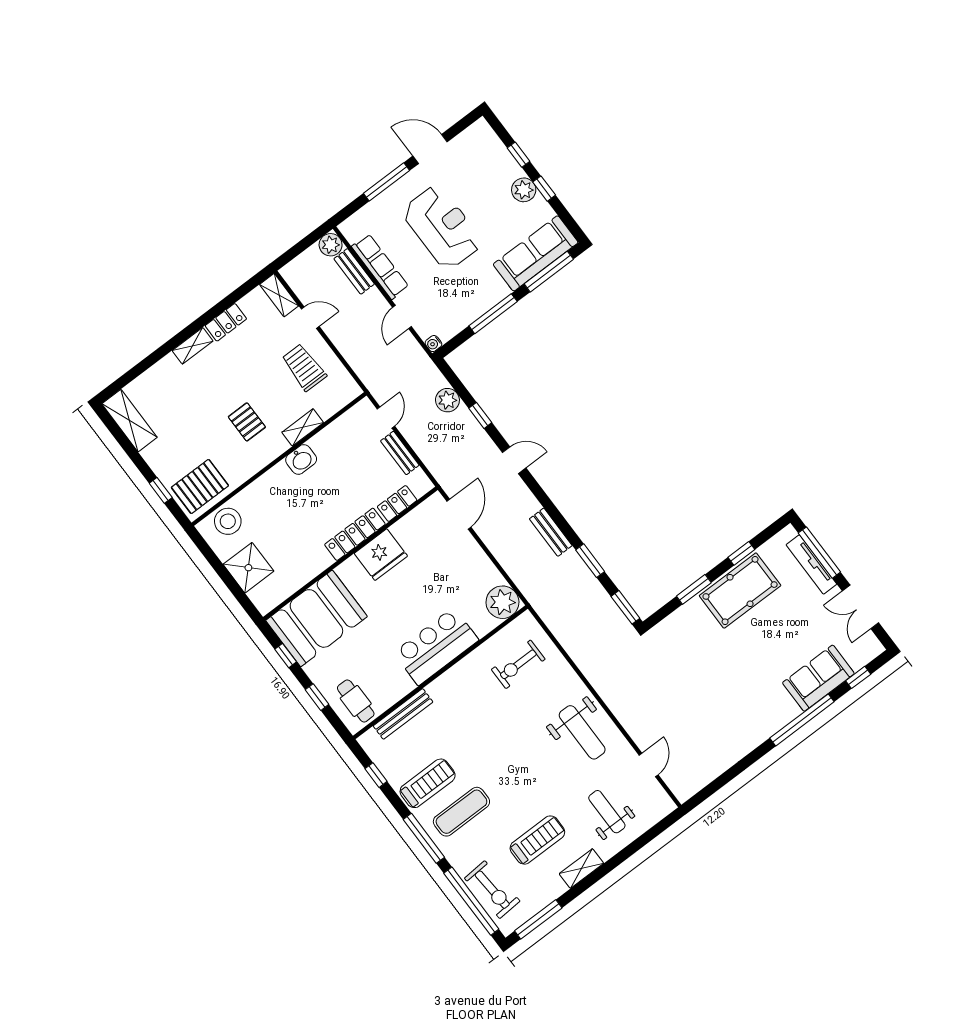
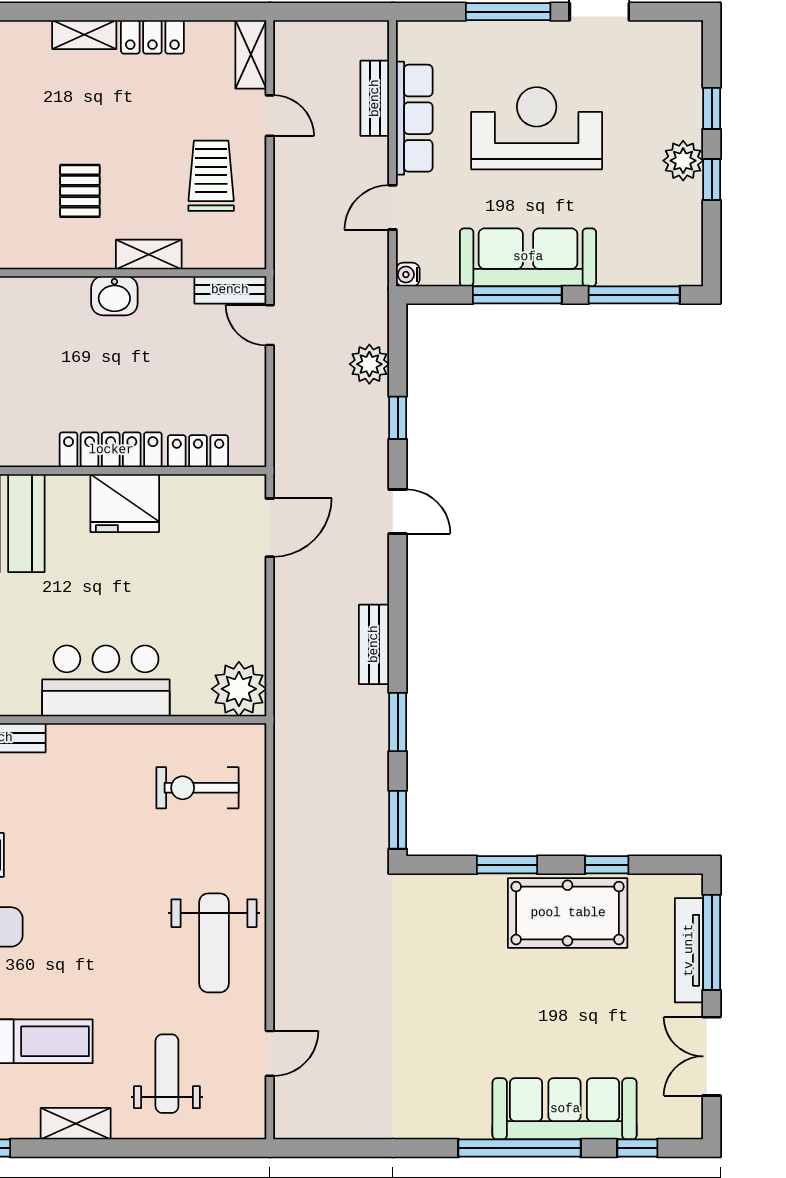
reception desk: (442, 227) -> (537, 128), turned -90
plant: (331, 245) -> (370, 39), removed
sofa: (536, 253) -> (528, 257), moved
door: (386, 417) -> (270, 325), swing flipped
bench: (400, 453) -> (230, 290), moved, turned 90
sofa: (818, 678) -> (565, 1109), width x1.36

